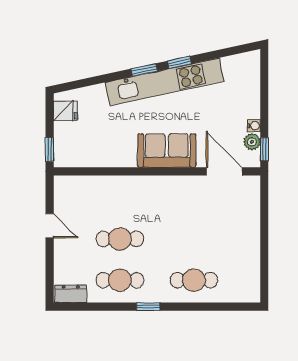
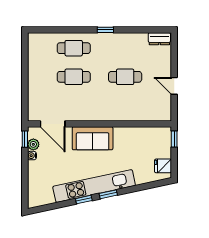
cafe table: (120, 280) -> (74, 77), moved

